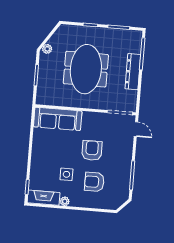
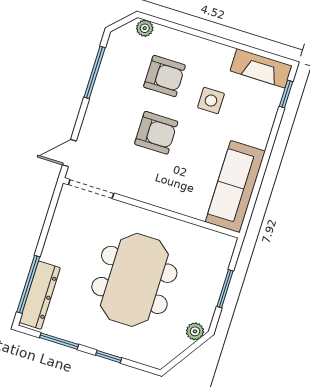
dresser: (133, 72) -> (40, 295), moved
sofa: (58, 119) -> (235, 187), moved, turned -90
door: (136, 129) -> (69, 153), hinge flipped
armchair: (92, 150) -> (156, 133), turned -90
plant: (65, 201) -> (145, 28), moved

